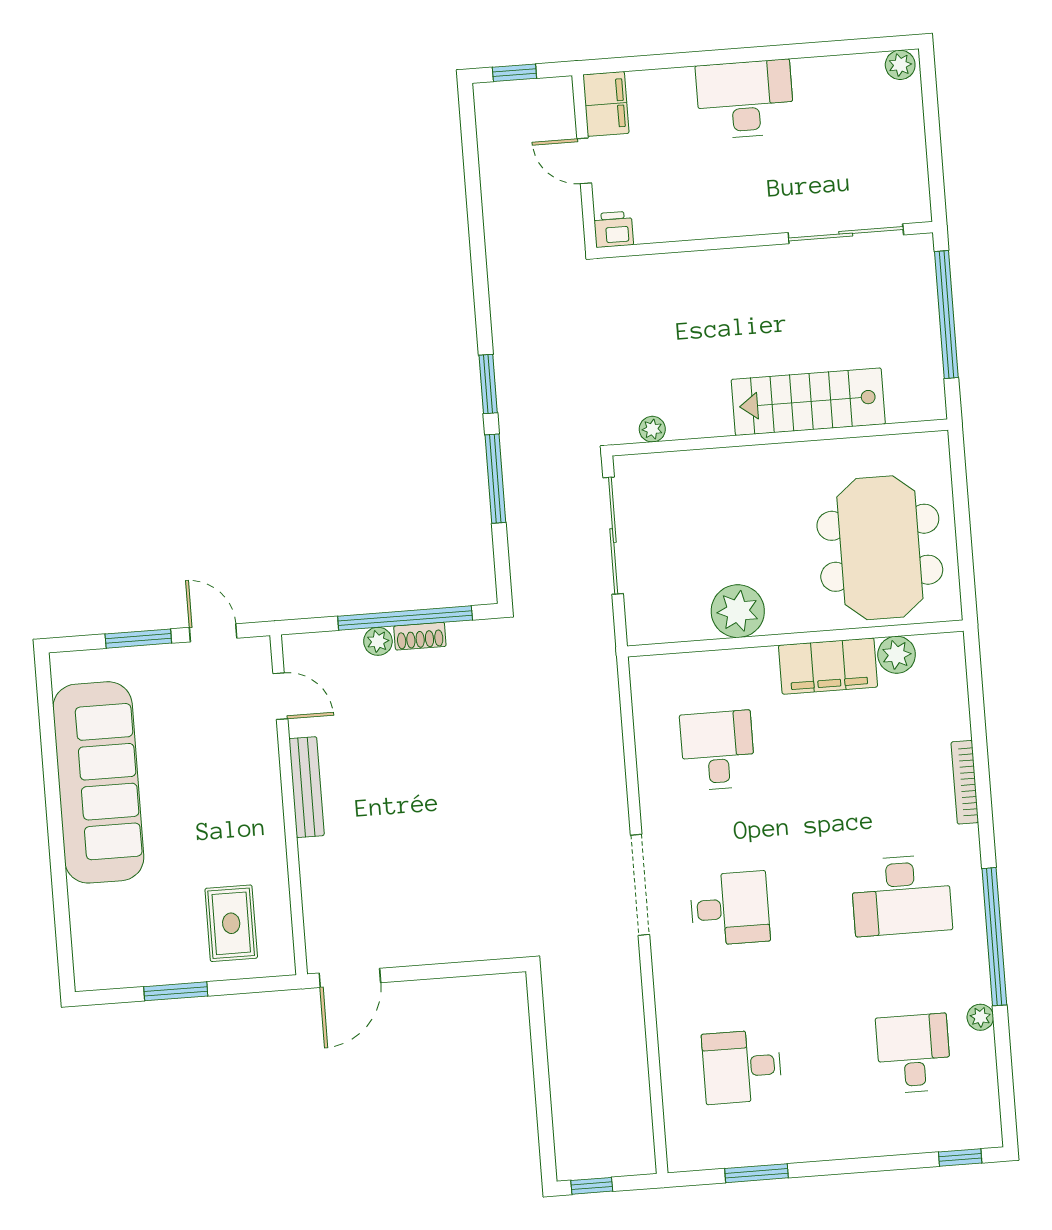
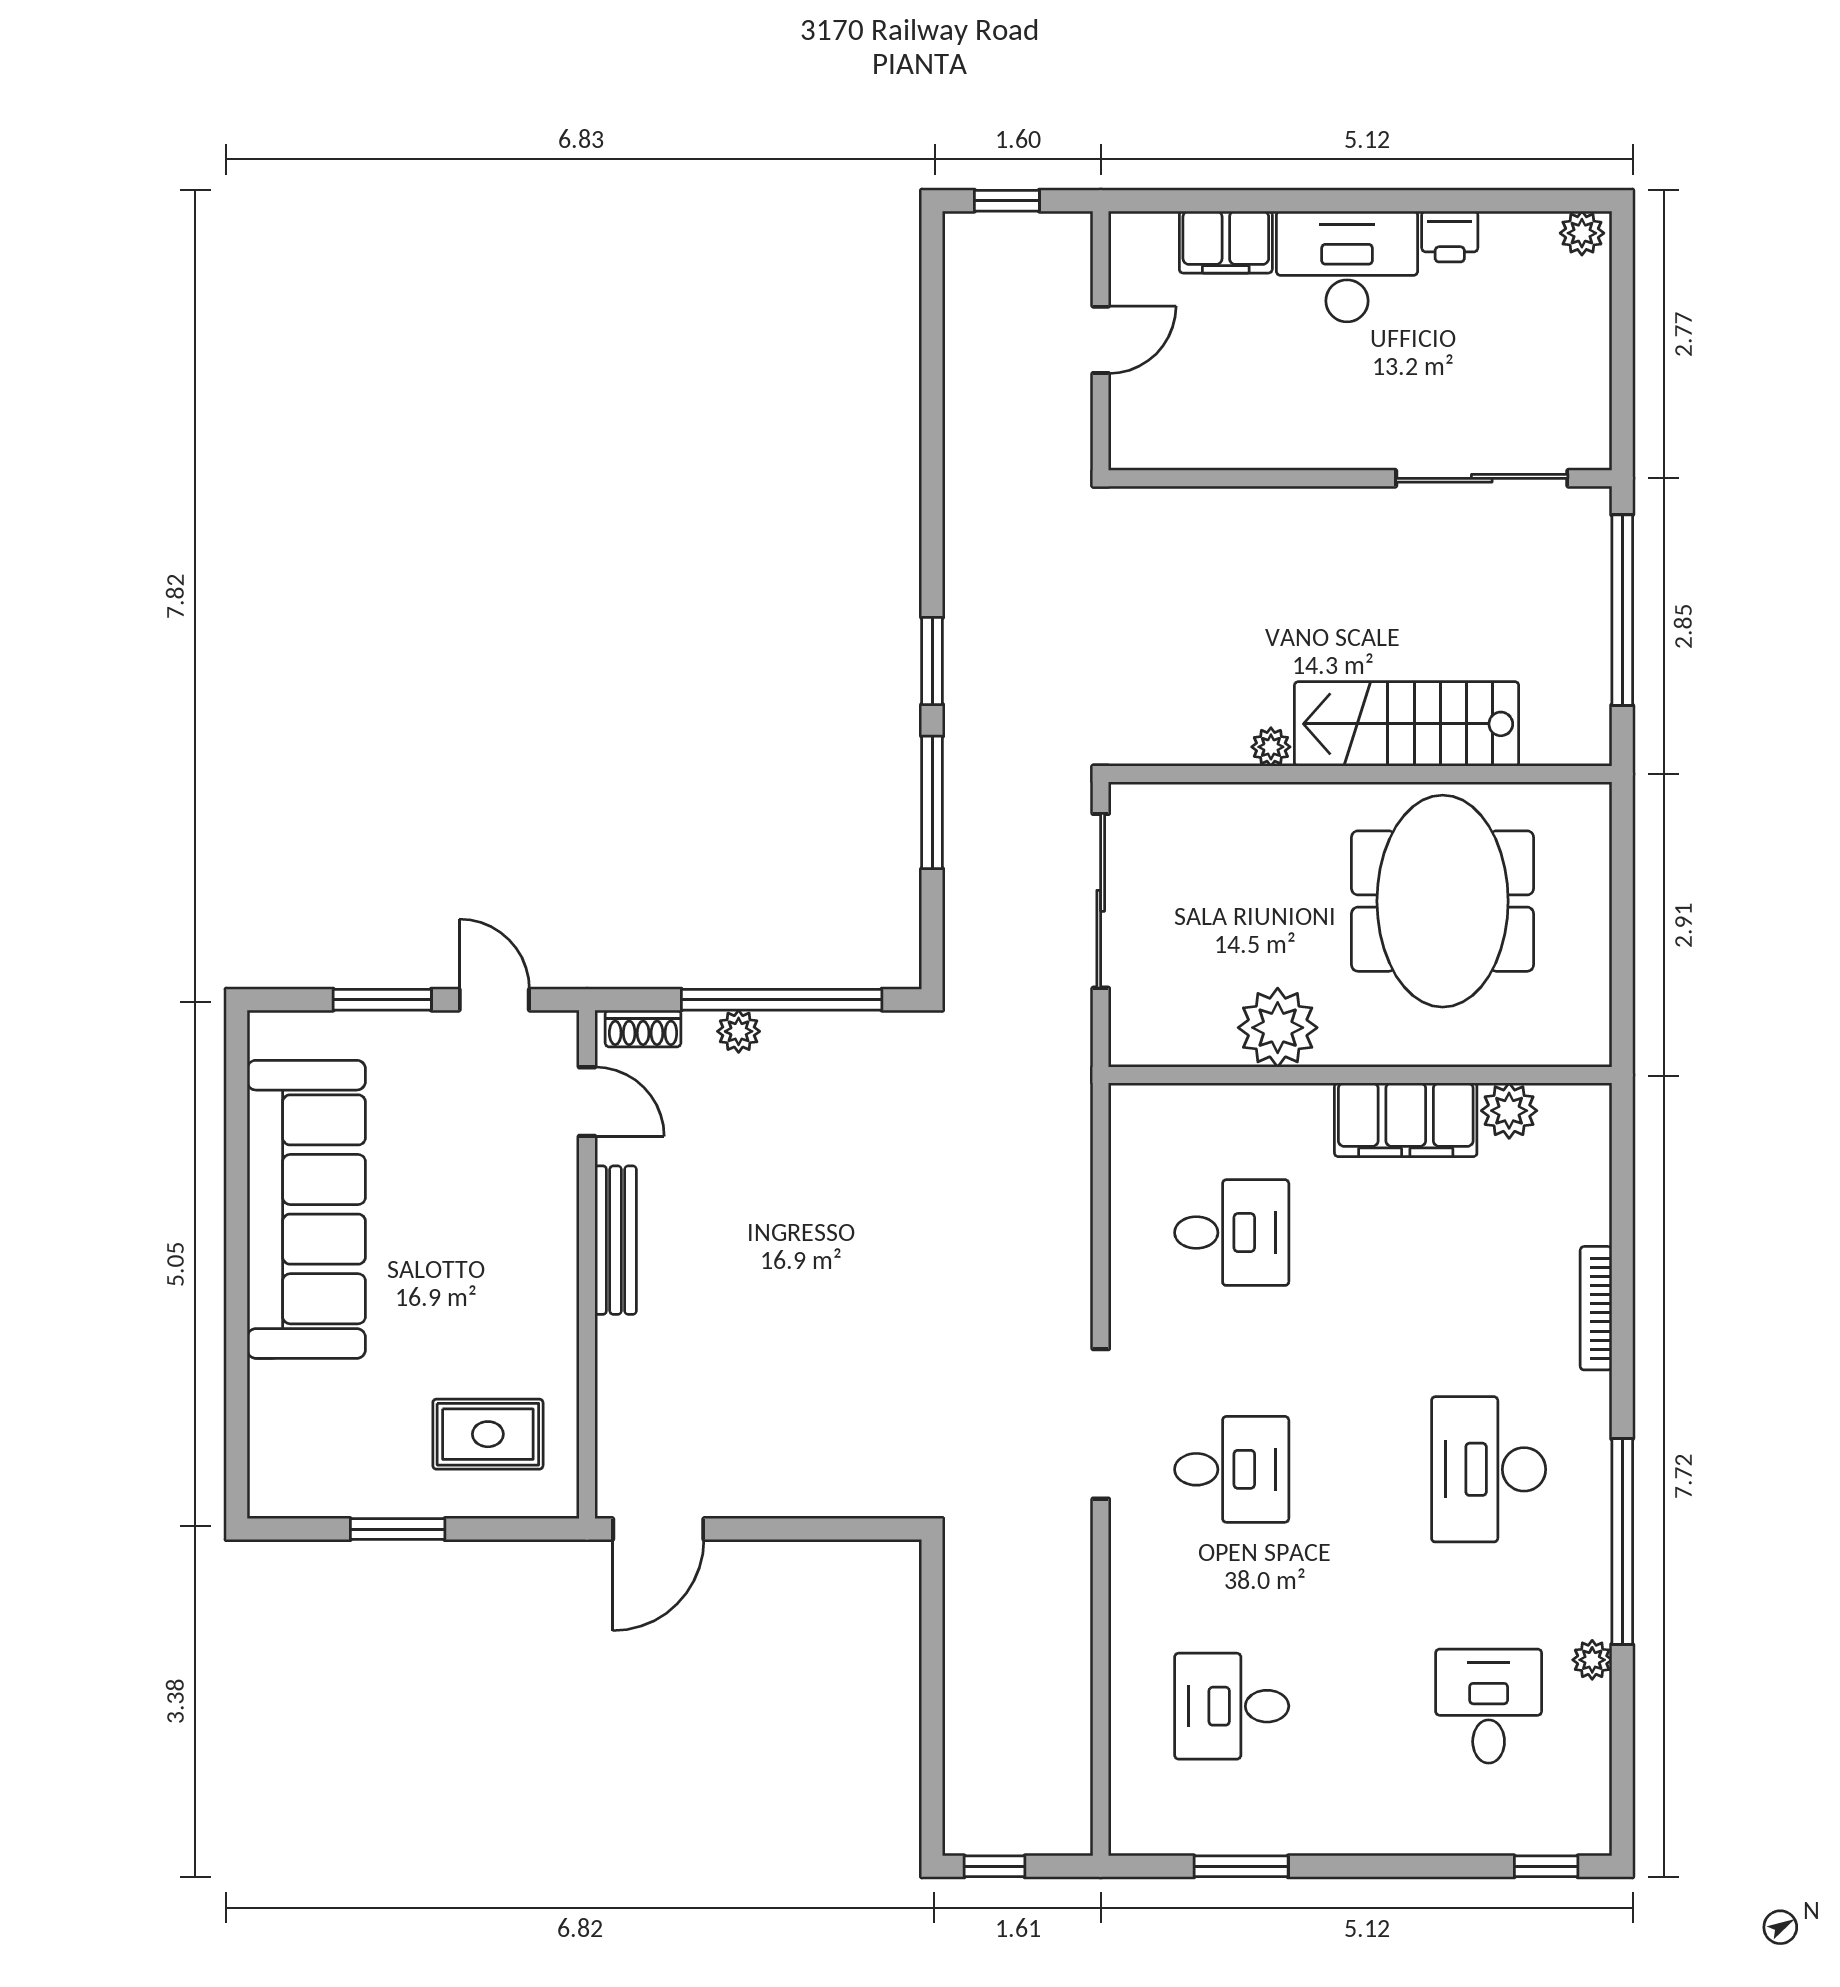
filing cabinet: (606, 104) -> (1226, 242), moved, turned 90
door: (584, 161) -> (1101, 340), swing flipped
printer: (614, 229) -> (1450, 237), moved, turned 180
plant: (652, 429) -> (1271, 747), moved
meeting table: (880, 548) -> (1443, 901), moved
shoe rack: (420, 636) -> (643, 1028), moved
desk: (718, 750) -> (1232, 1233), turned 90
desk: (901, 895) -> (1489, 1469), turned 90
rug: (231, 923) -> (488, 1434), turned 90

